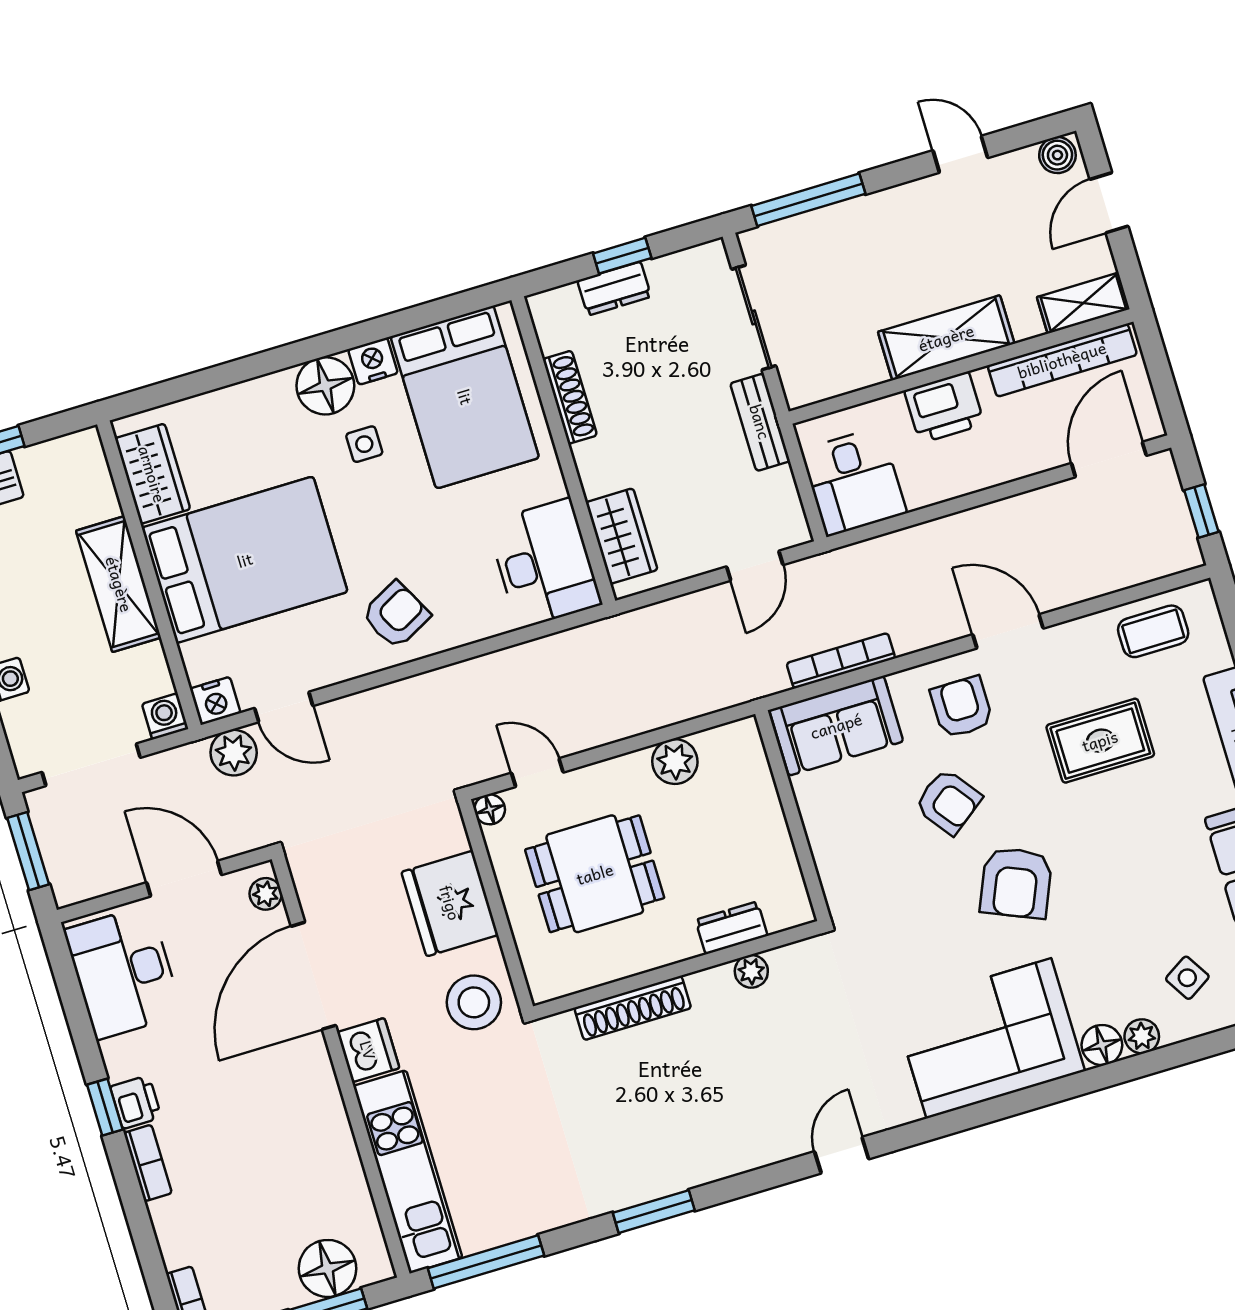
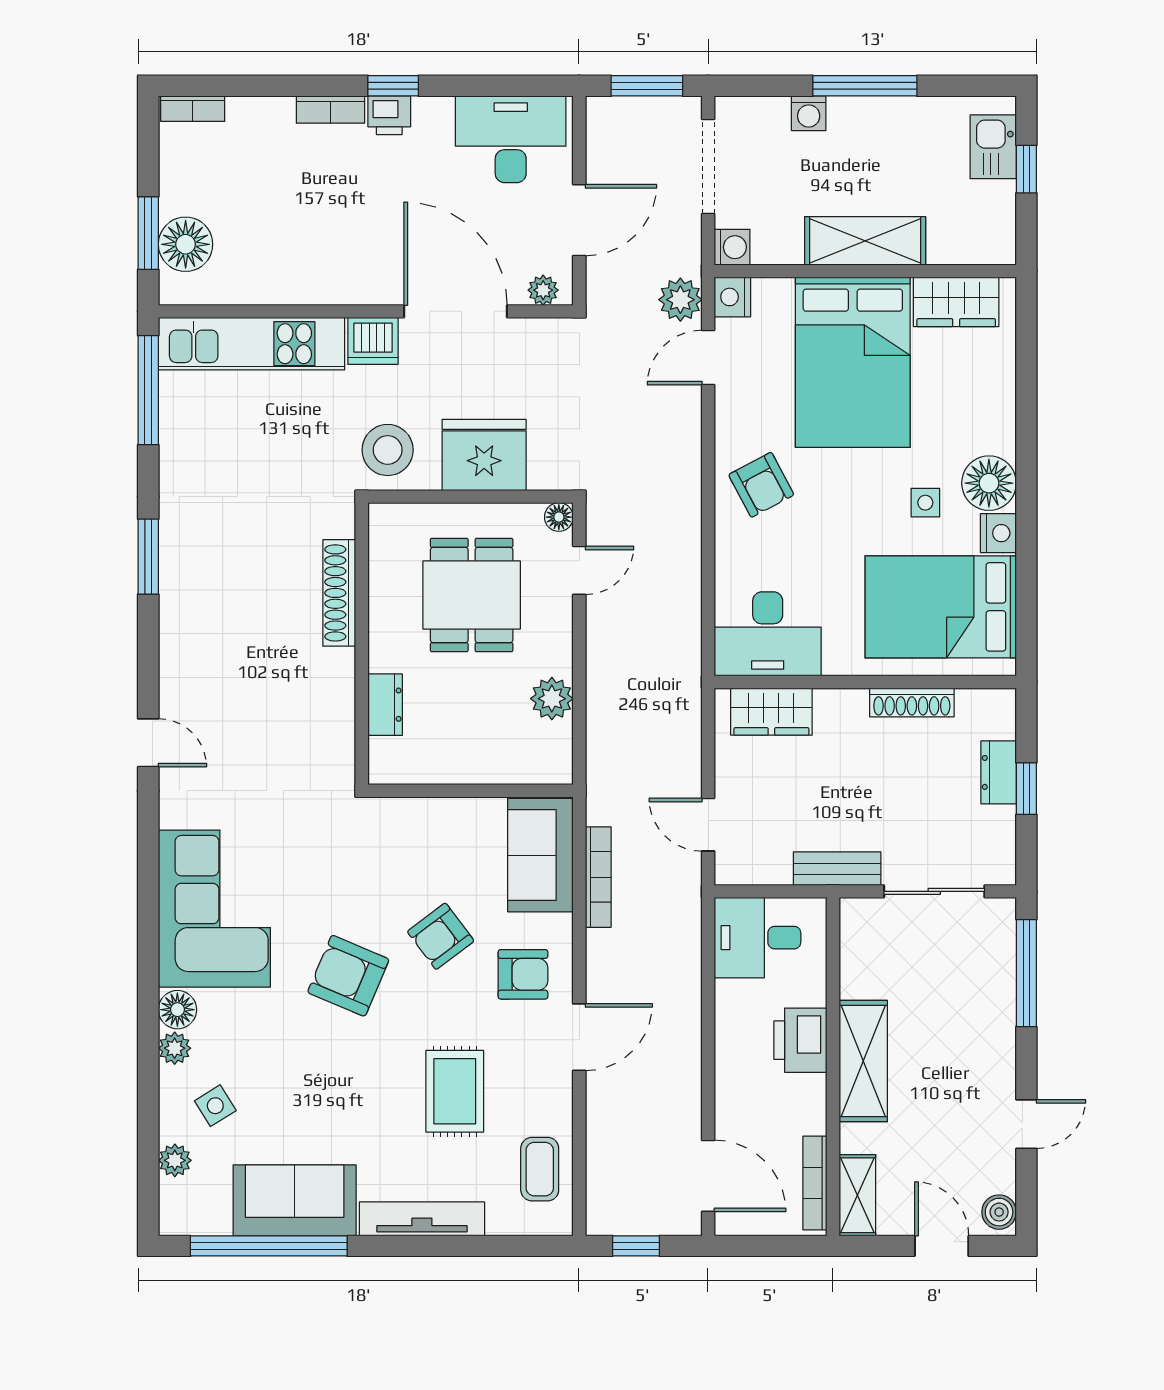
bookcase: (1062, 360) -> (815, 1183), width x0.68, depth x0.76
plant: (751, 971) -> (340, 711), removed

